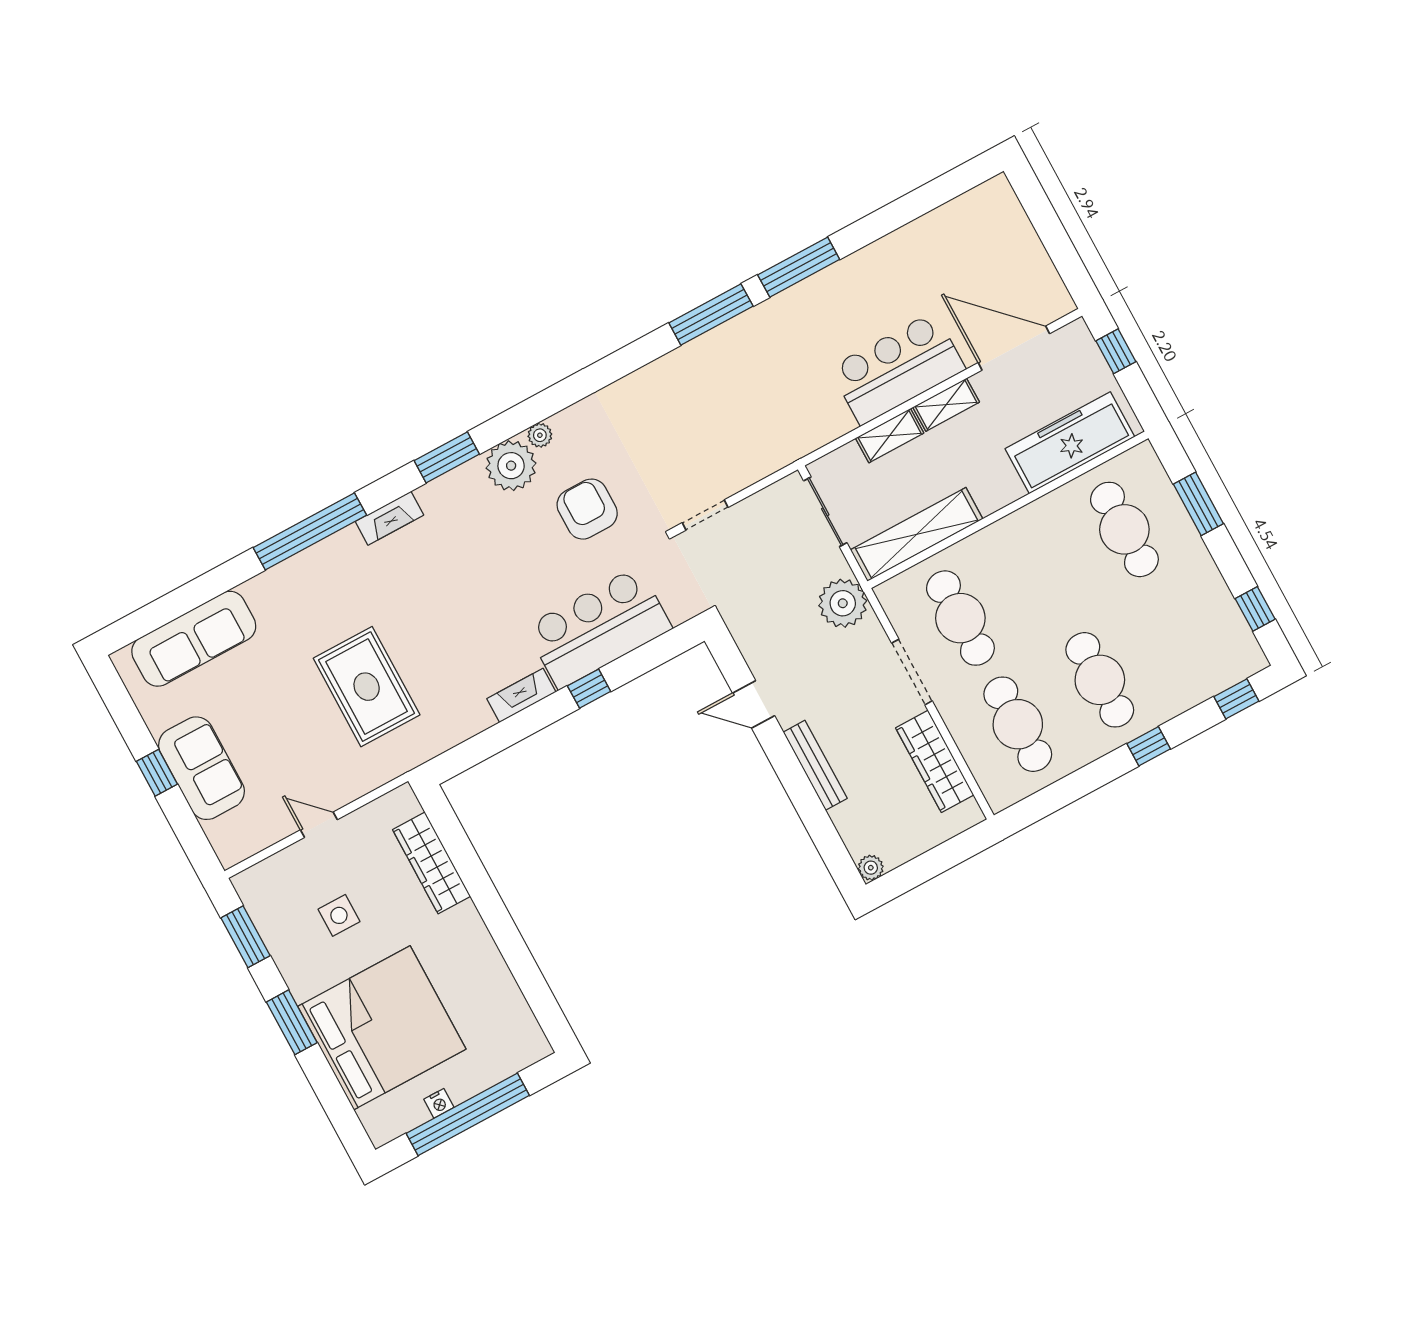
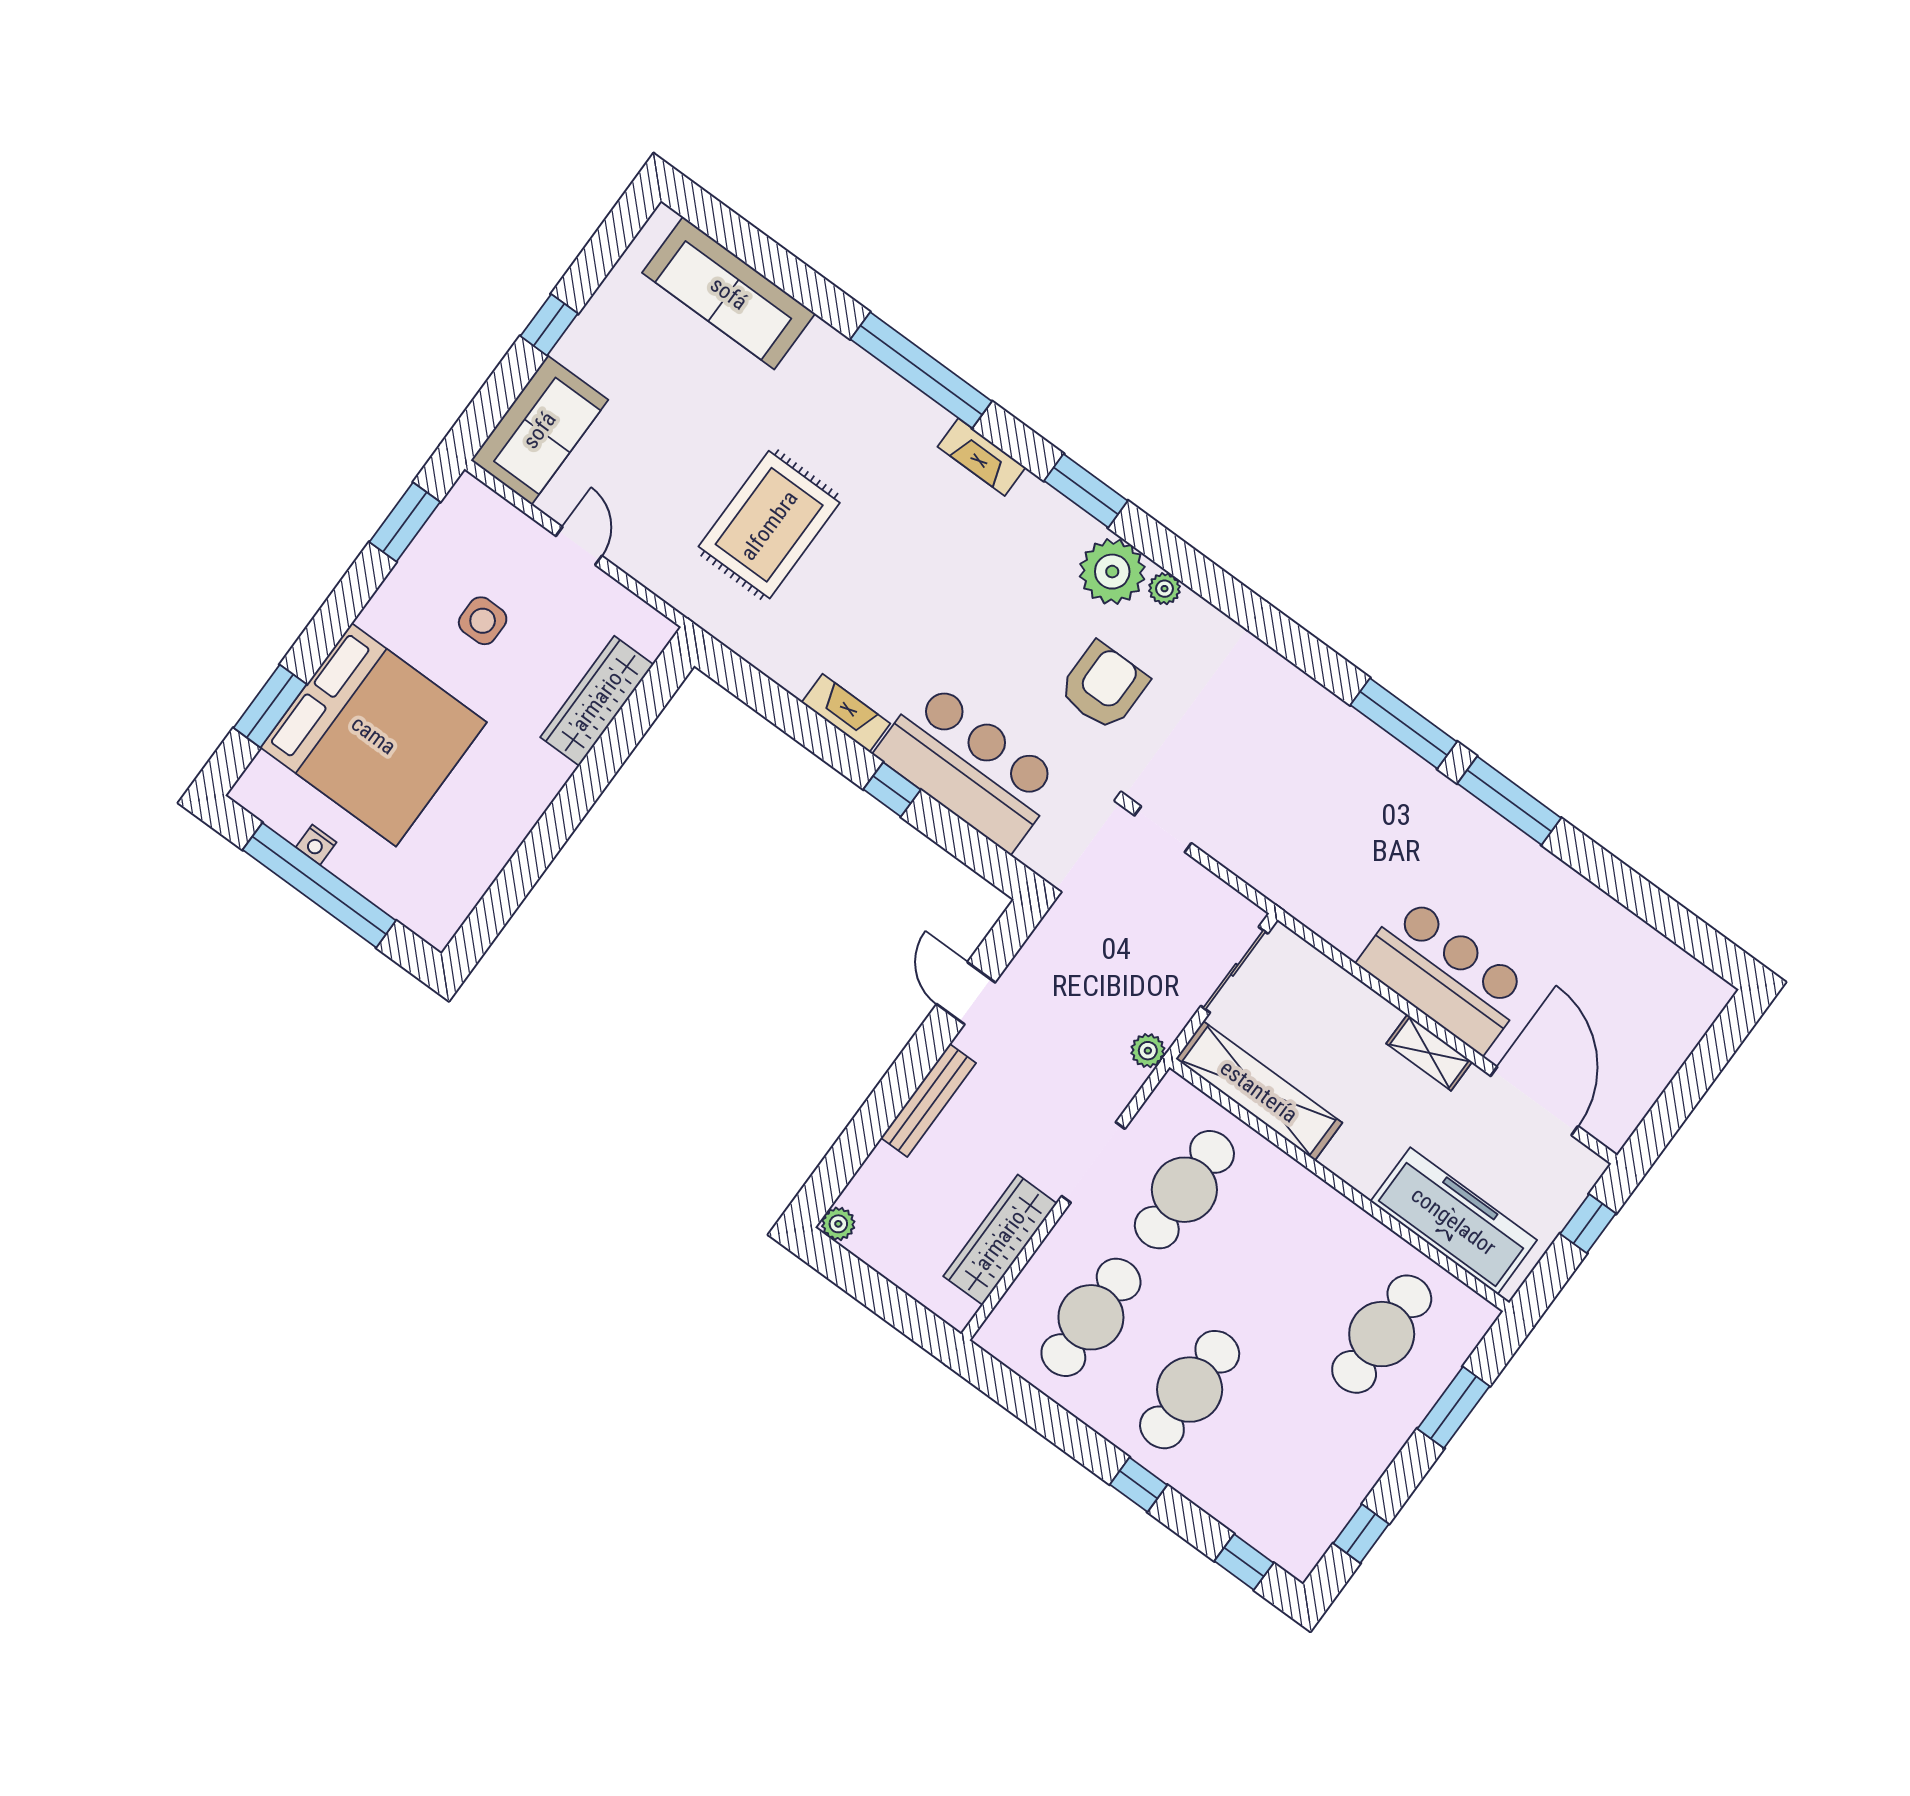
shelving: (890, 436) -> (1361, 1003), removed
plant: (843, 603) -> (1148, 1051), width x0.53, depth x0.53
sofa: (201, 768) -> (539, 430), moved
window: (292, 1022) -> (270, 706), moved

